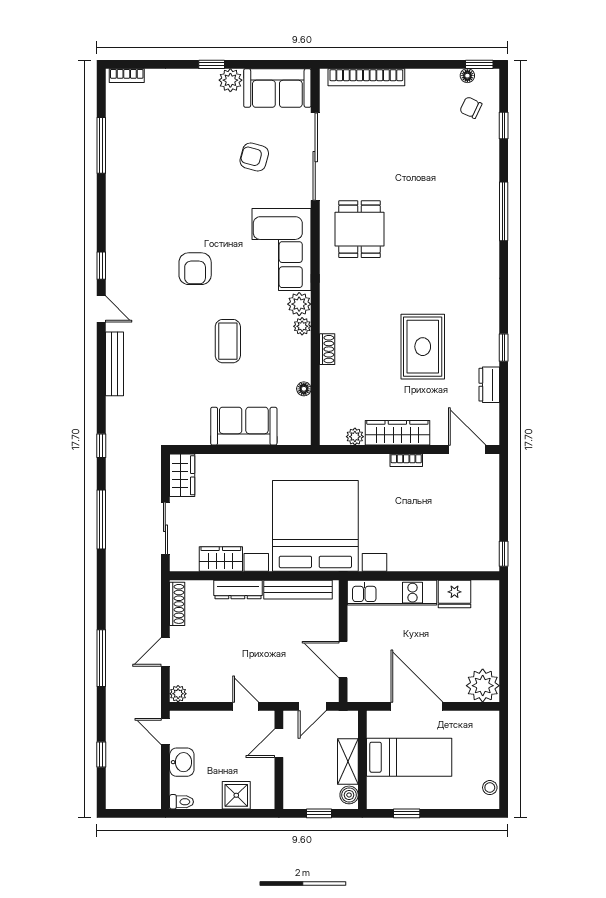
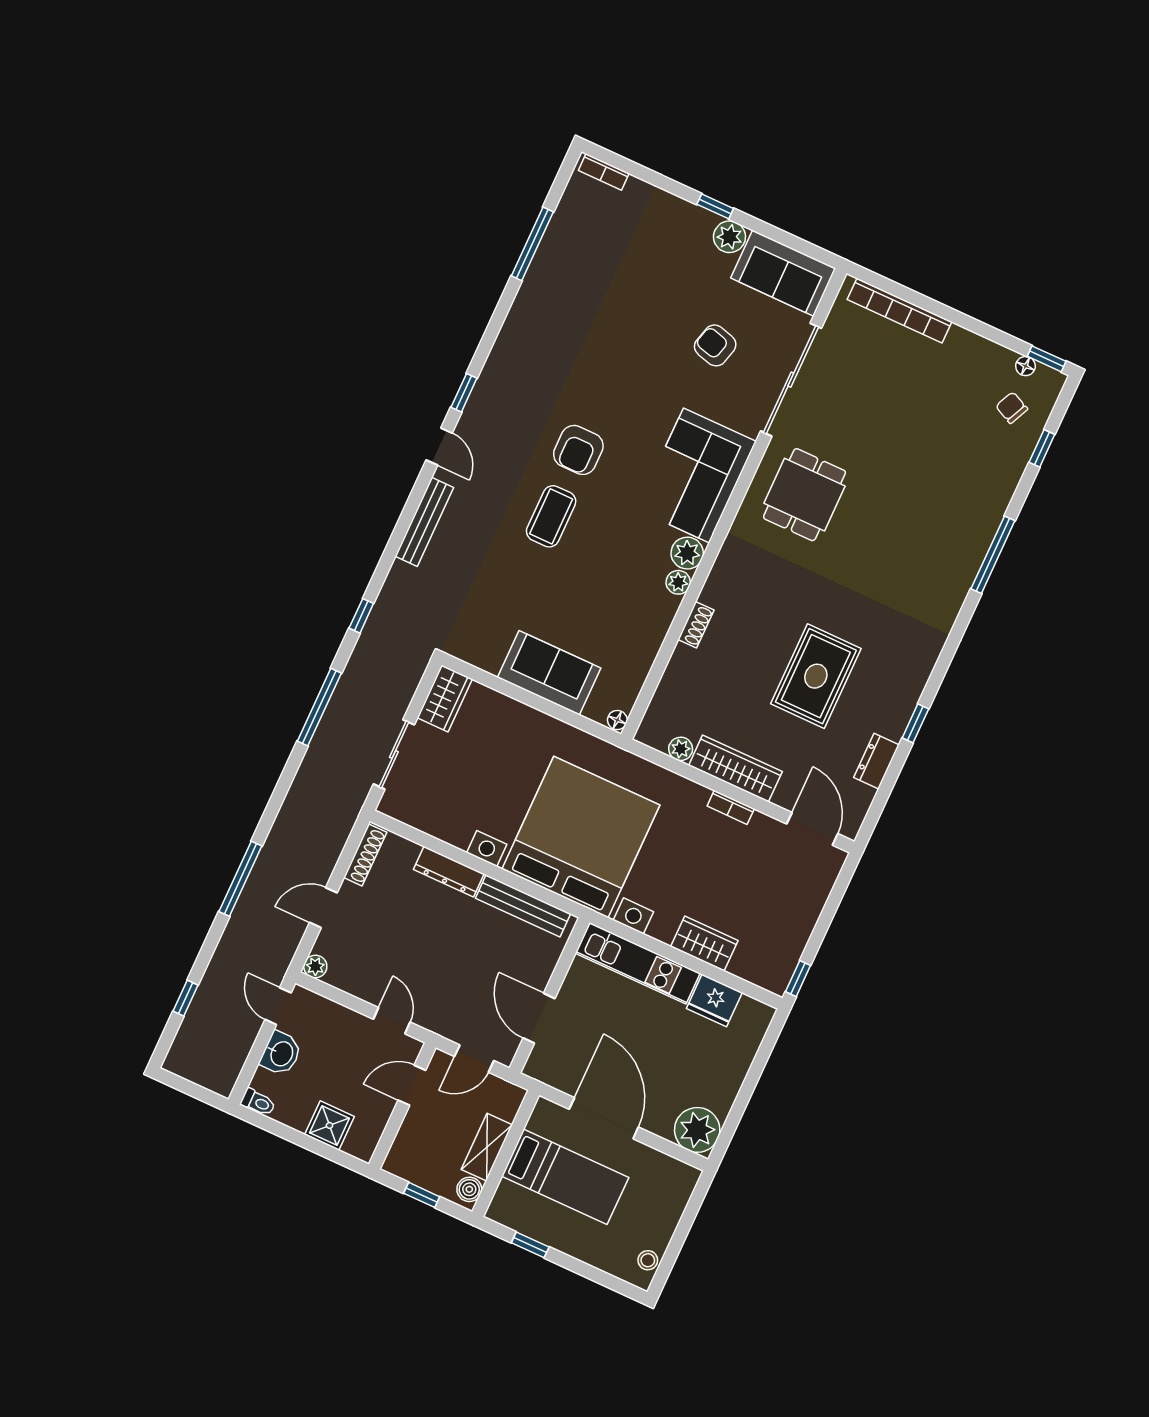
coffee table: (228, 341) -> (551, 516), moved
floor lamp: (304, 389) -> (617, 720), moved
wardrobe: (221, 559) -> (704, 944), moved

